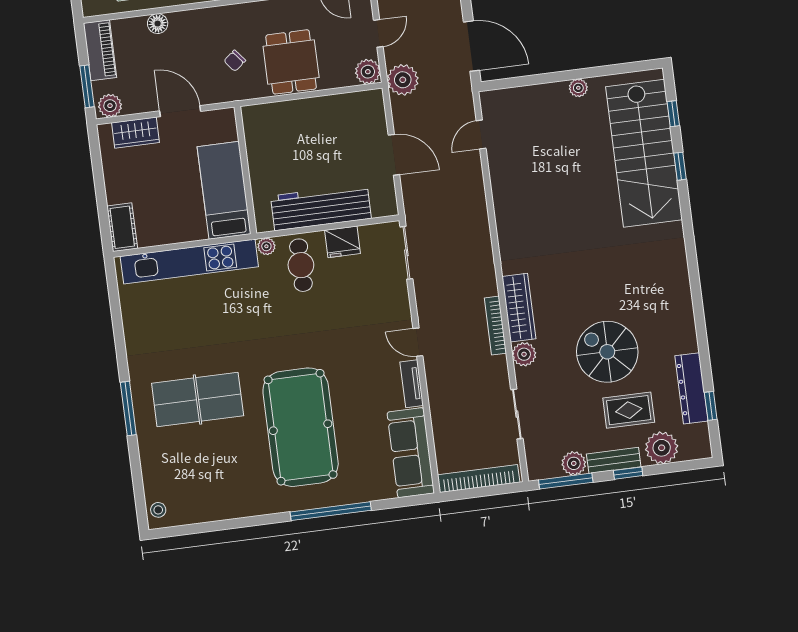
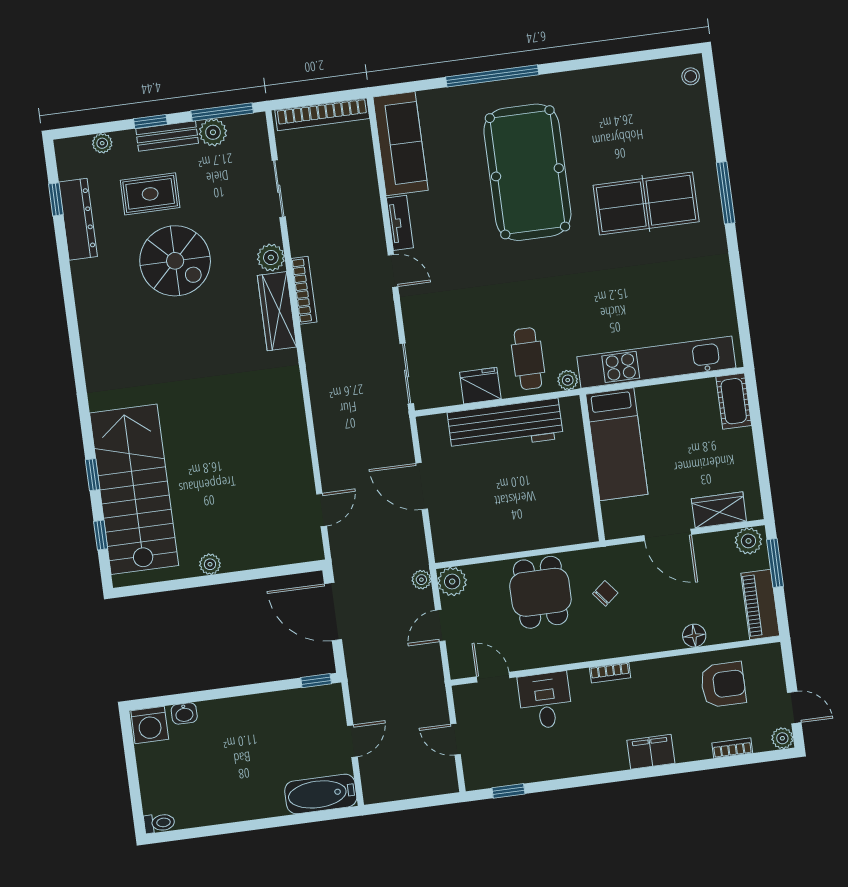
plant: (403, 80) -> (421, 580), width x0.53, depth x0.53
plant: (662, 448) -> (102, 143), width x0.53, depth x0.53

